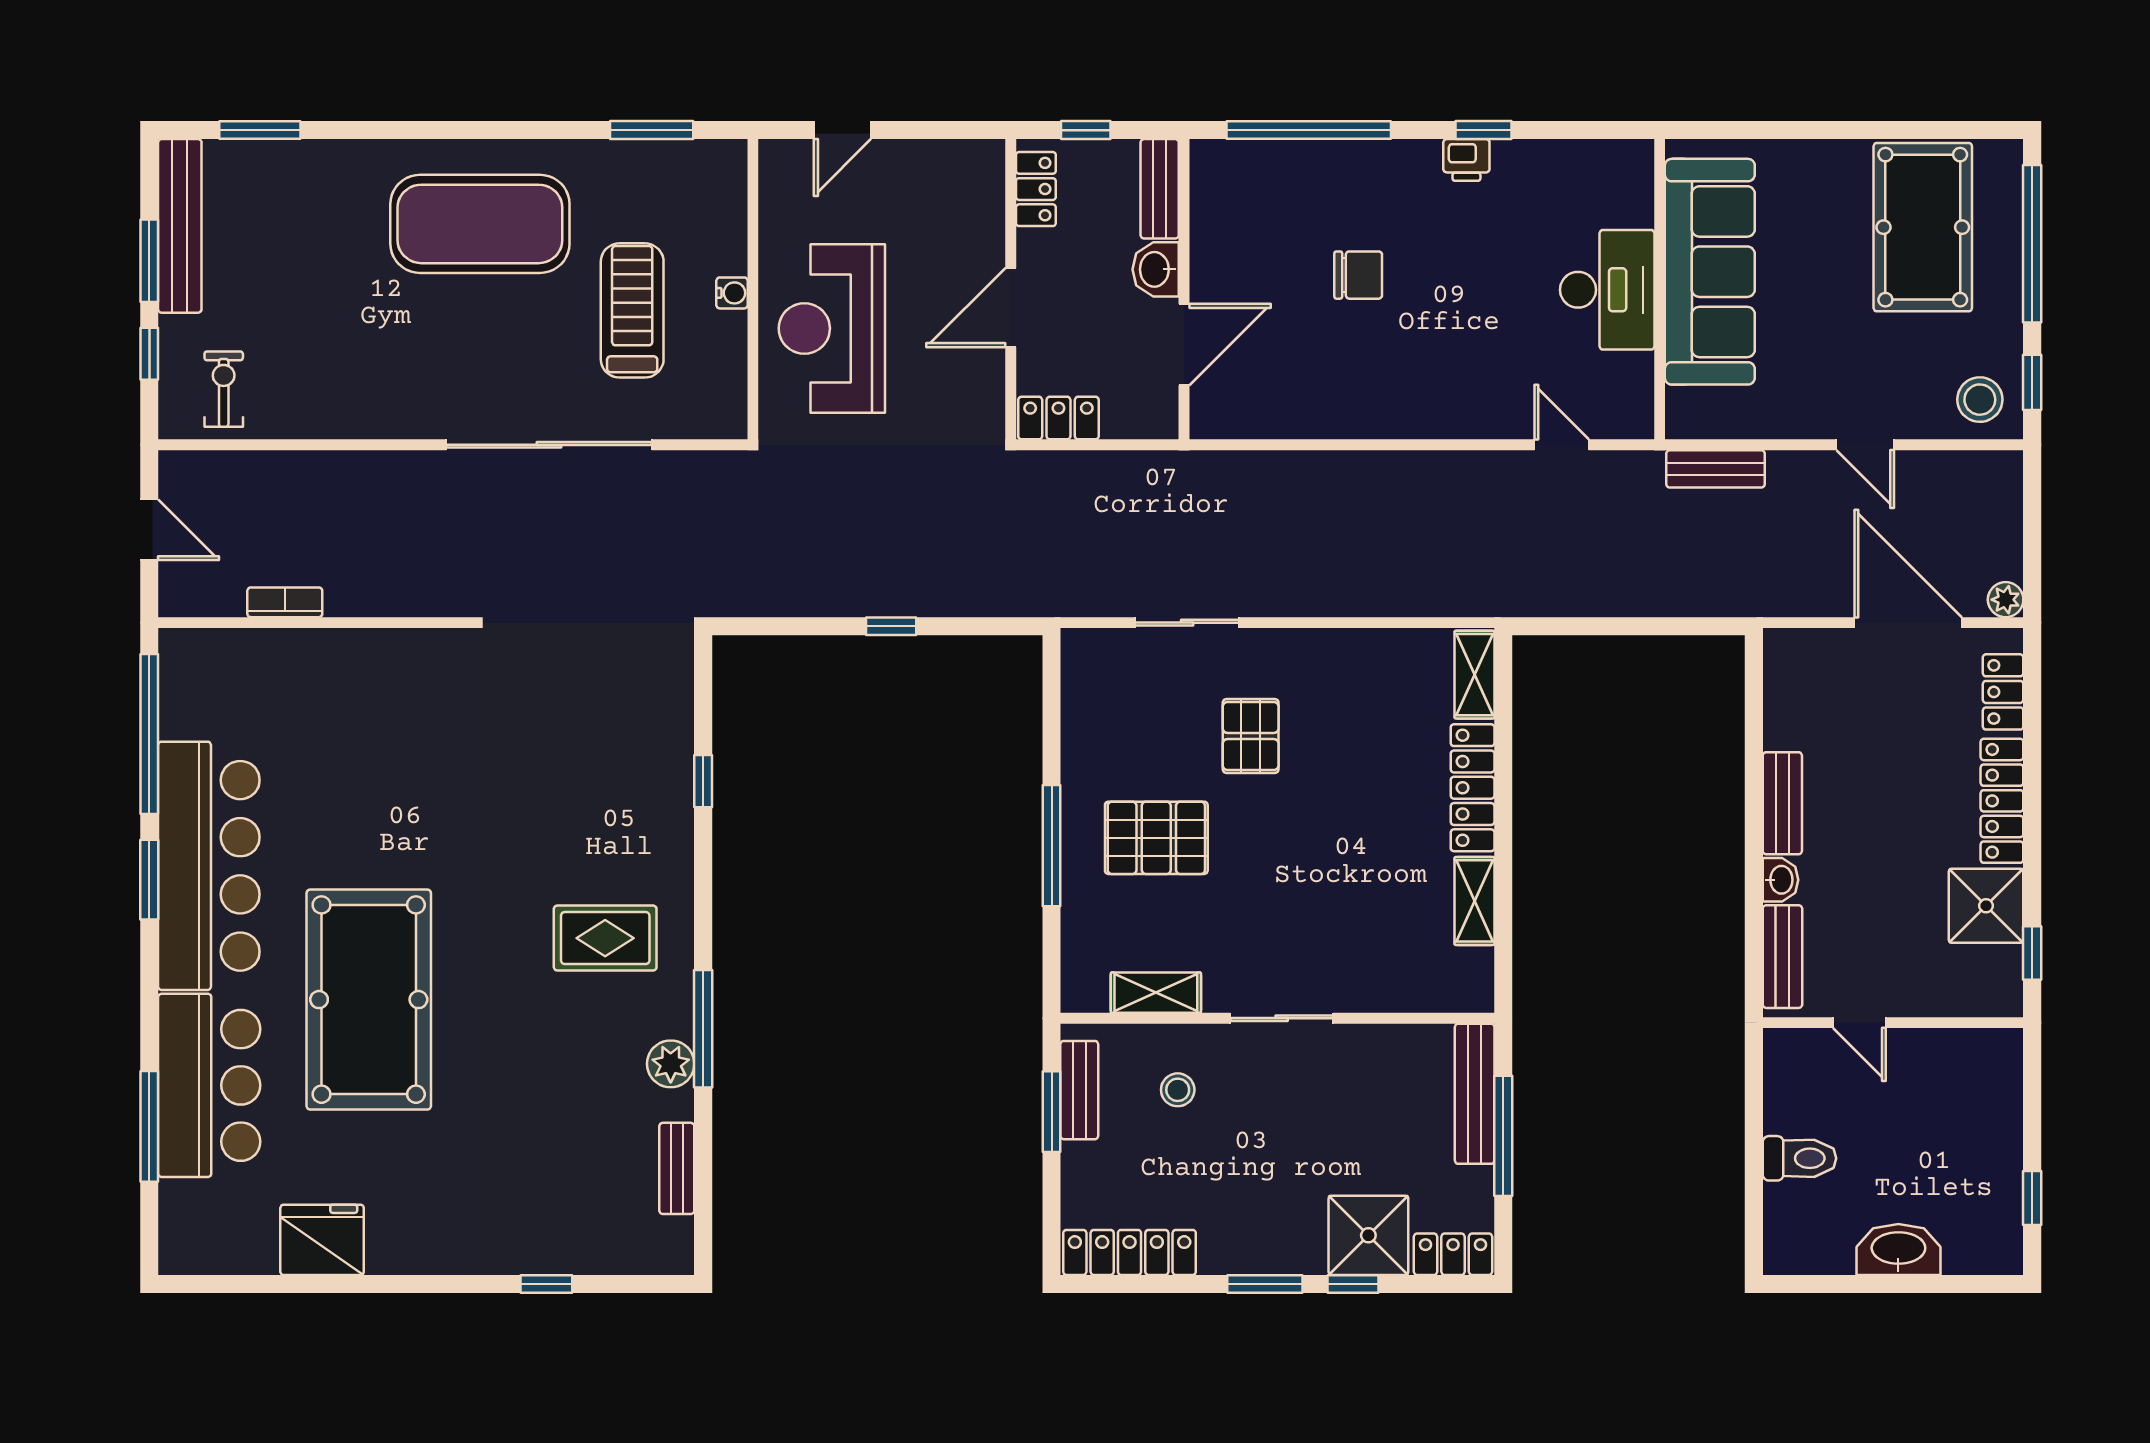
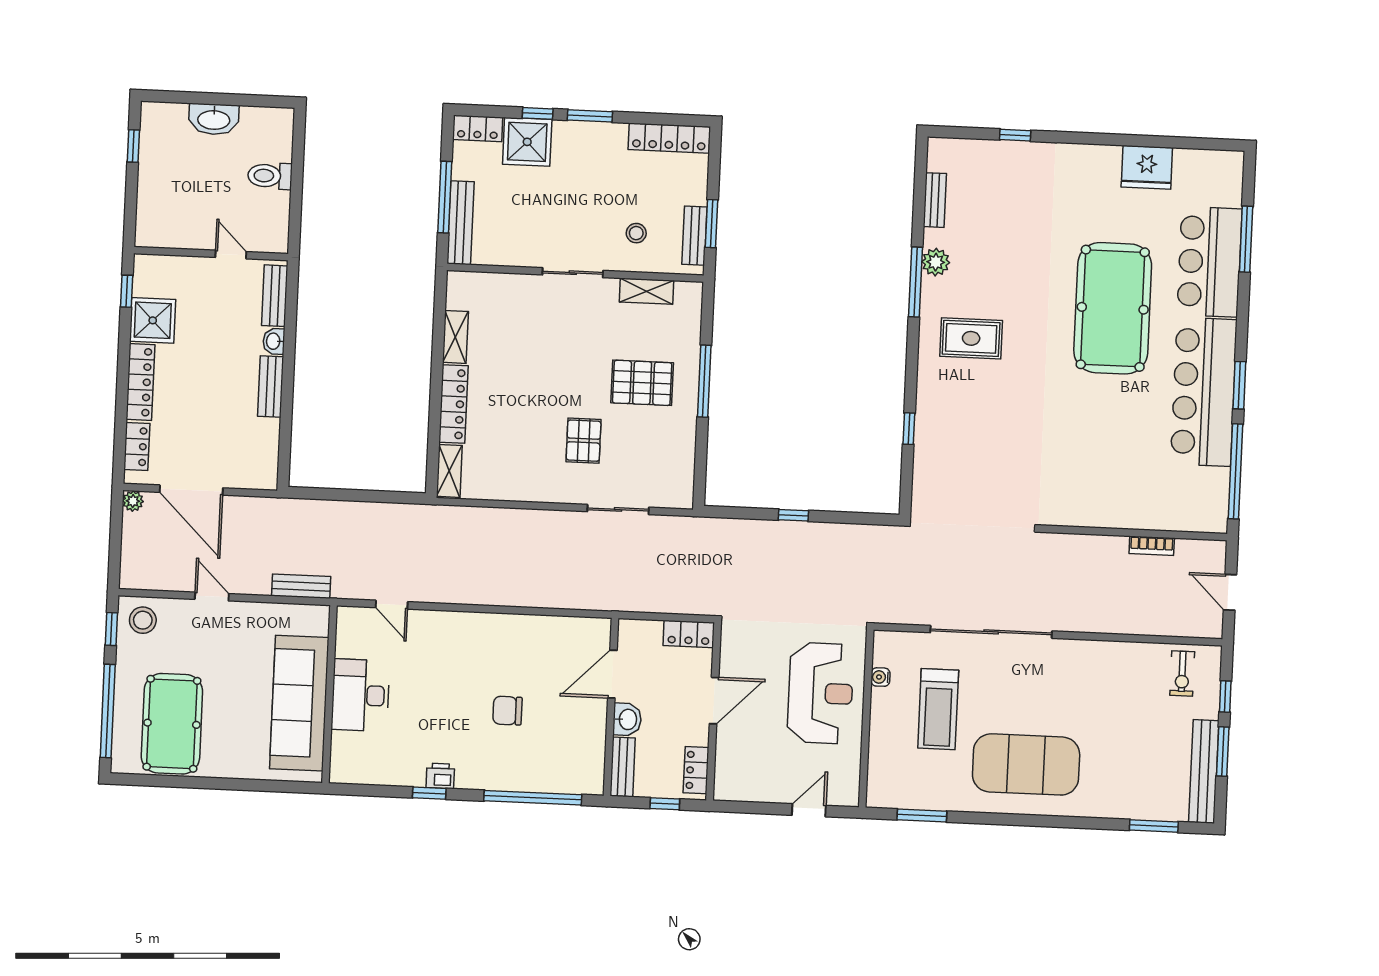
water cooler: (732, 293) -> (880, 677), moved

